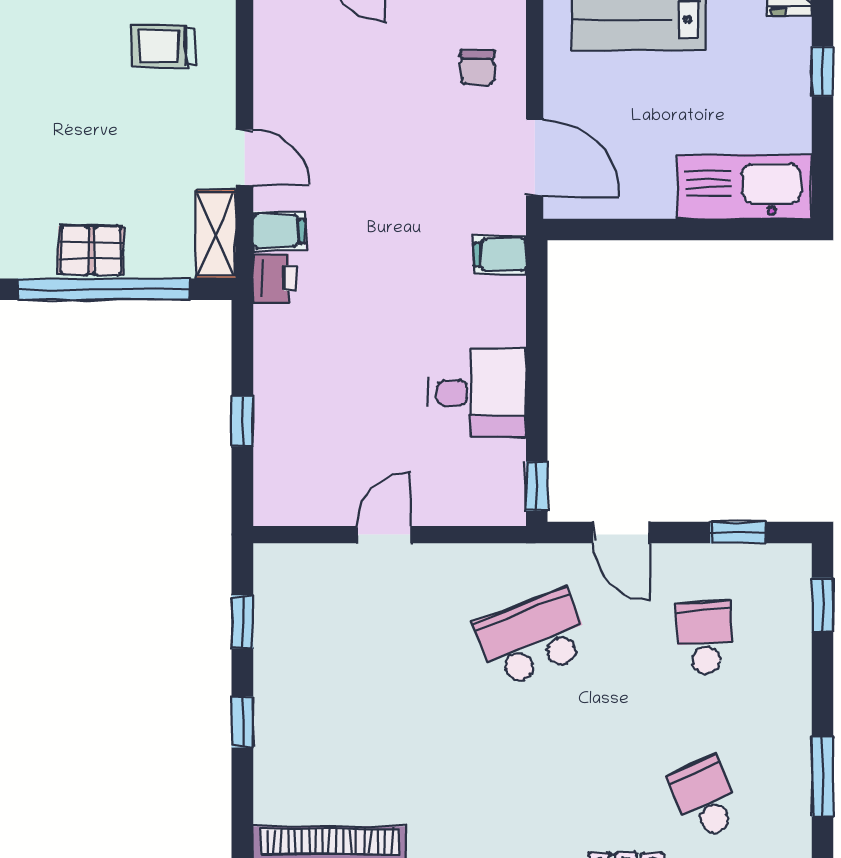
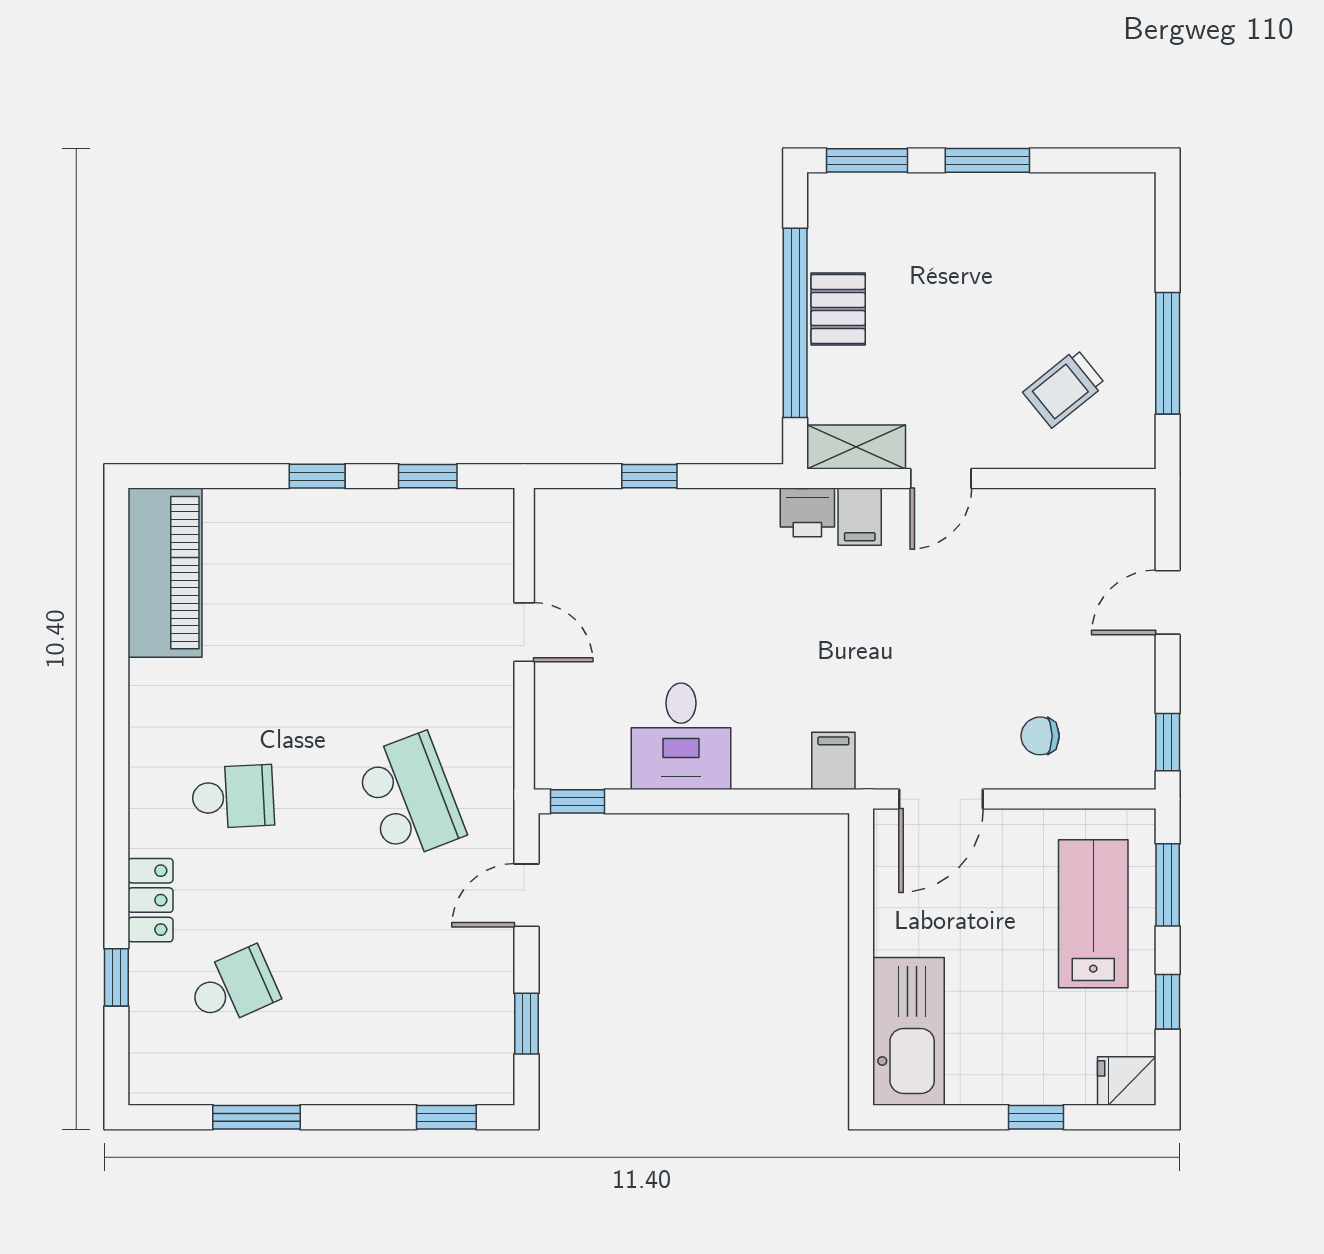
trolley: (163, 46) -> (1064, 388), turned -129
school desk: (705, 638) -> (233, 797), moved

